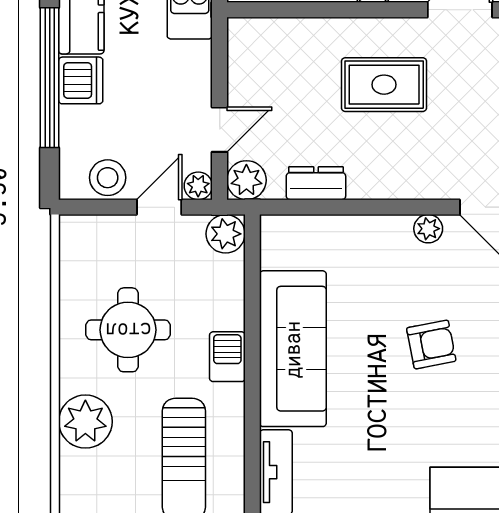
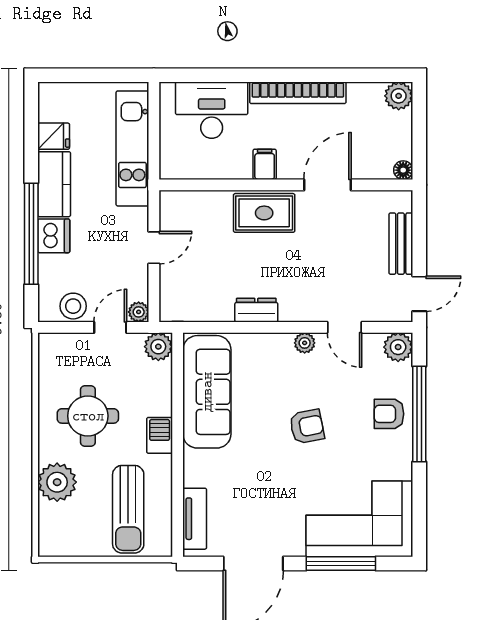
rug: (384, 85) -> (264, 213), moved
door: (220, 130) -> (154, 248), moved
plant: (246, 180) -> (173, 308), removed
dresser: (316, 183) -> (256, 310), moved
sofa: (293, 349) -> (207, 392), moved

